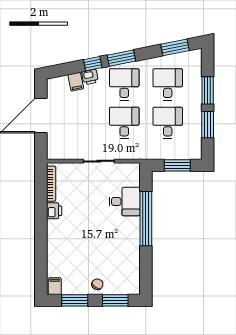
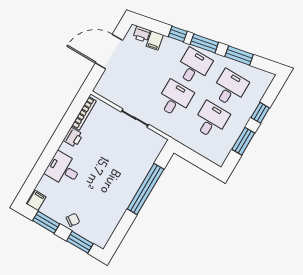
window: (175, 47) -> (239, 56), moved
printer: (90, 77) -> (142, 34), moved
window: (208, 90) -> (260, 113), width x0.67
window: (177, 165) -> (198, 160), removed
desk: (125, 201) -> (63, 169), moved, turned 180

